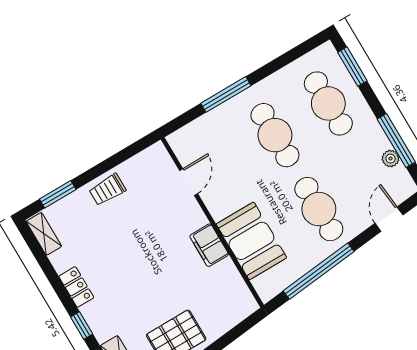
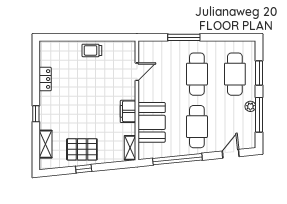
window: (352, 67) -> (259, 73), moved
plant: (391, 159) -> (250, 106), moved
window: (58, 194) -> (64, 37), removed
shelving: (44, 234) -> (130, 148), moved
locker: (76, 287) -> (45, 79), moved

